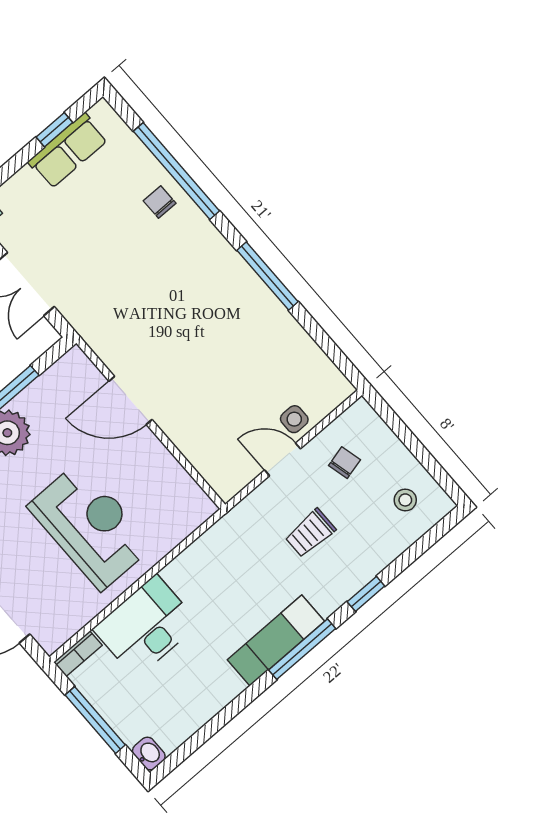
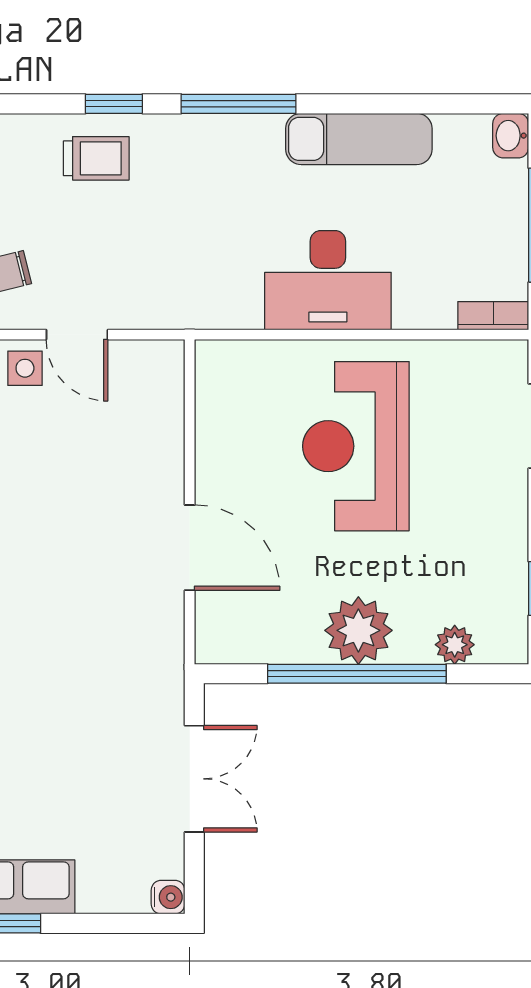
trolley: (310, 533) -> (96, 158), moved
desk: (146, 626) -> (328, 280), moved
exam couch: (276, 641) -> (359, 139), moved

